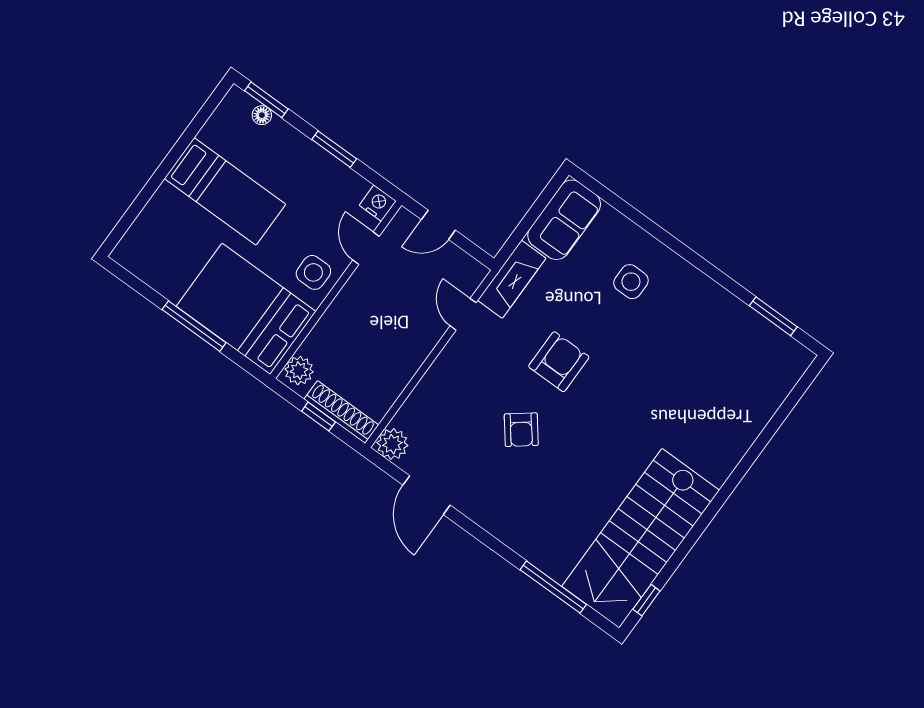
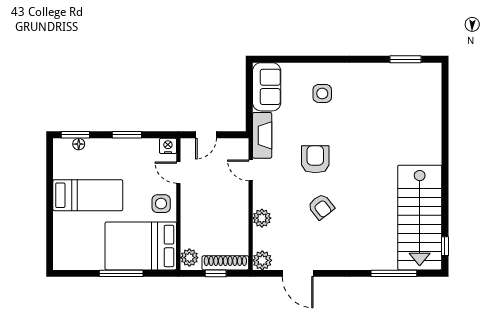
plant: (432, 388) -> (262, 218), added

